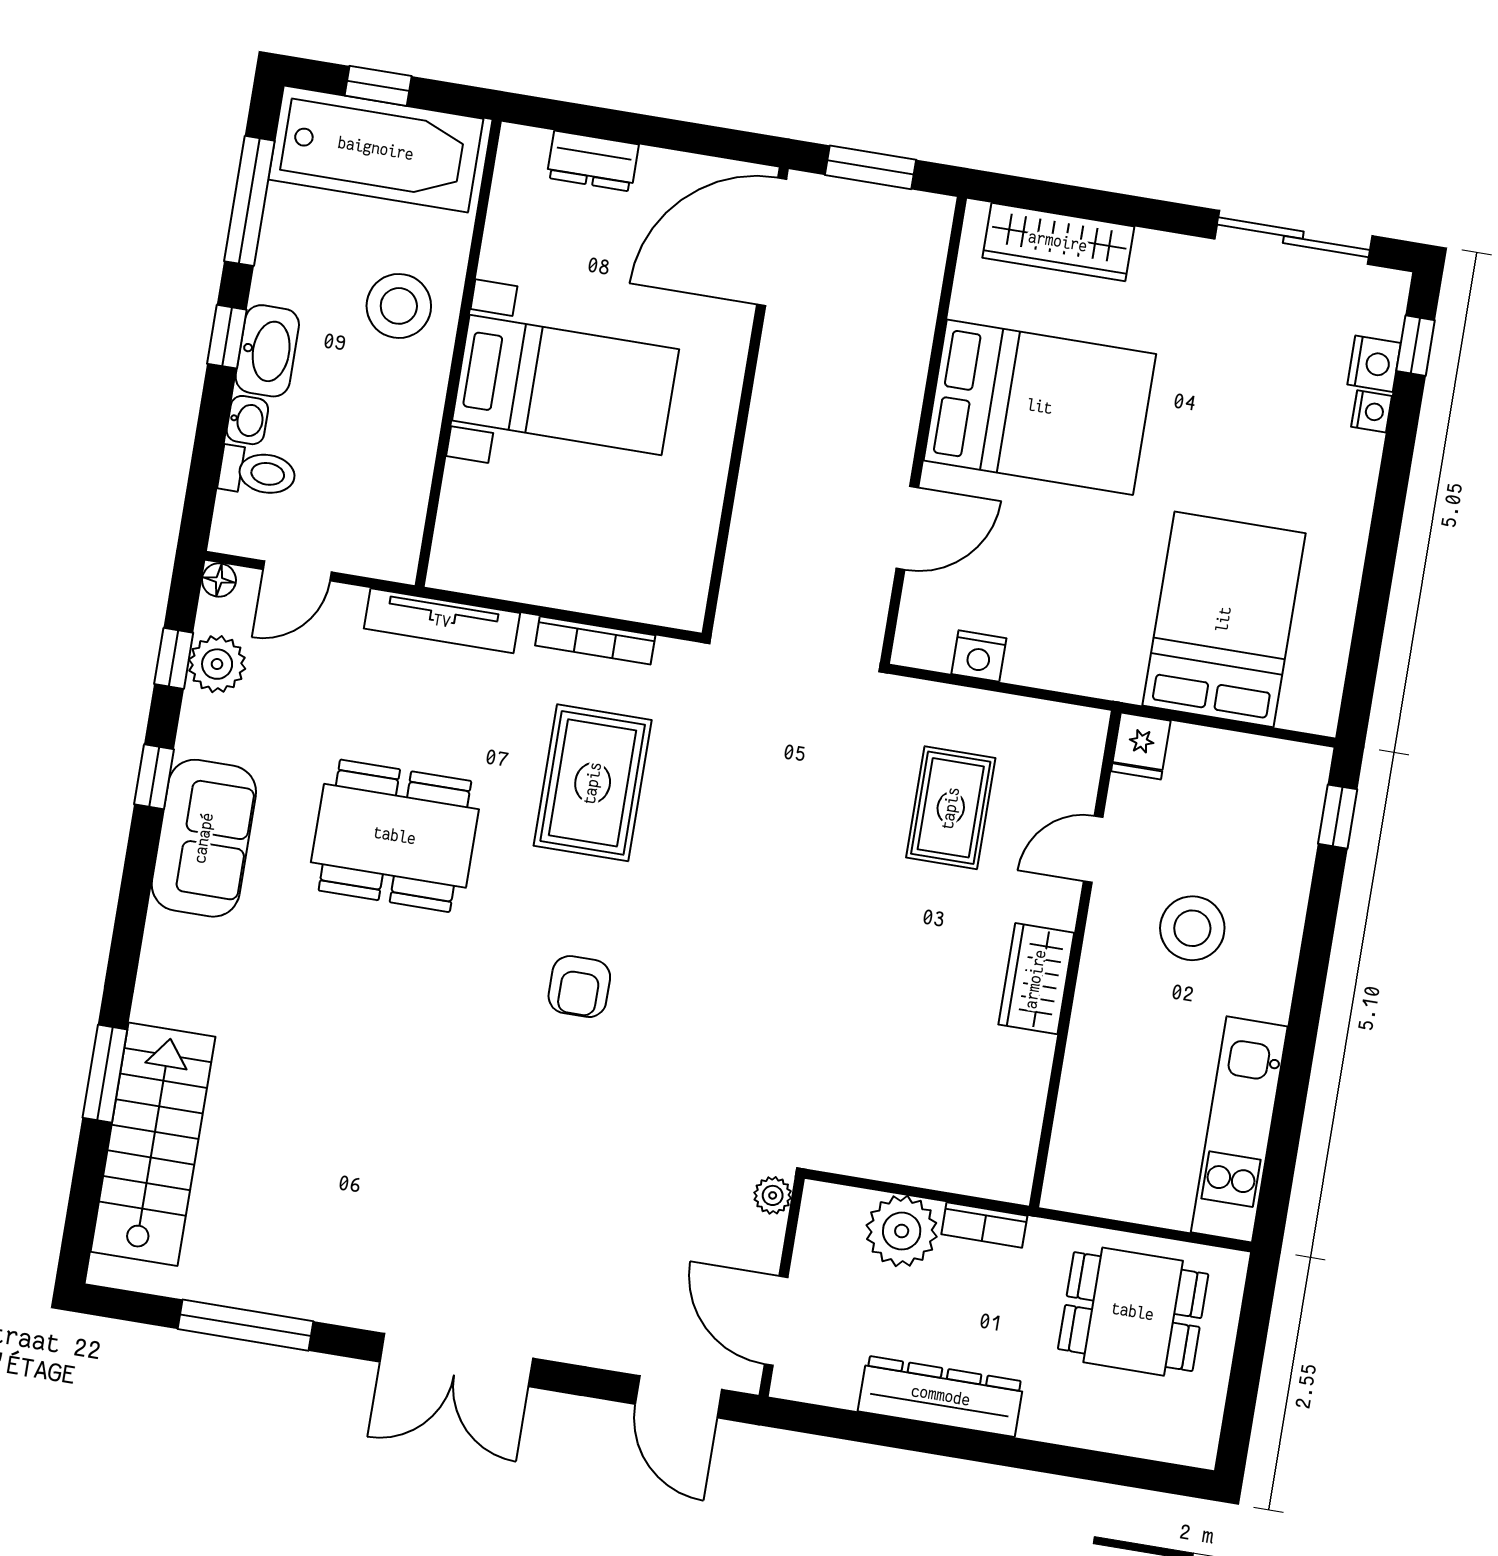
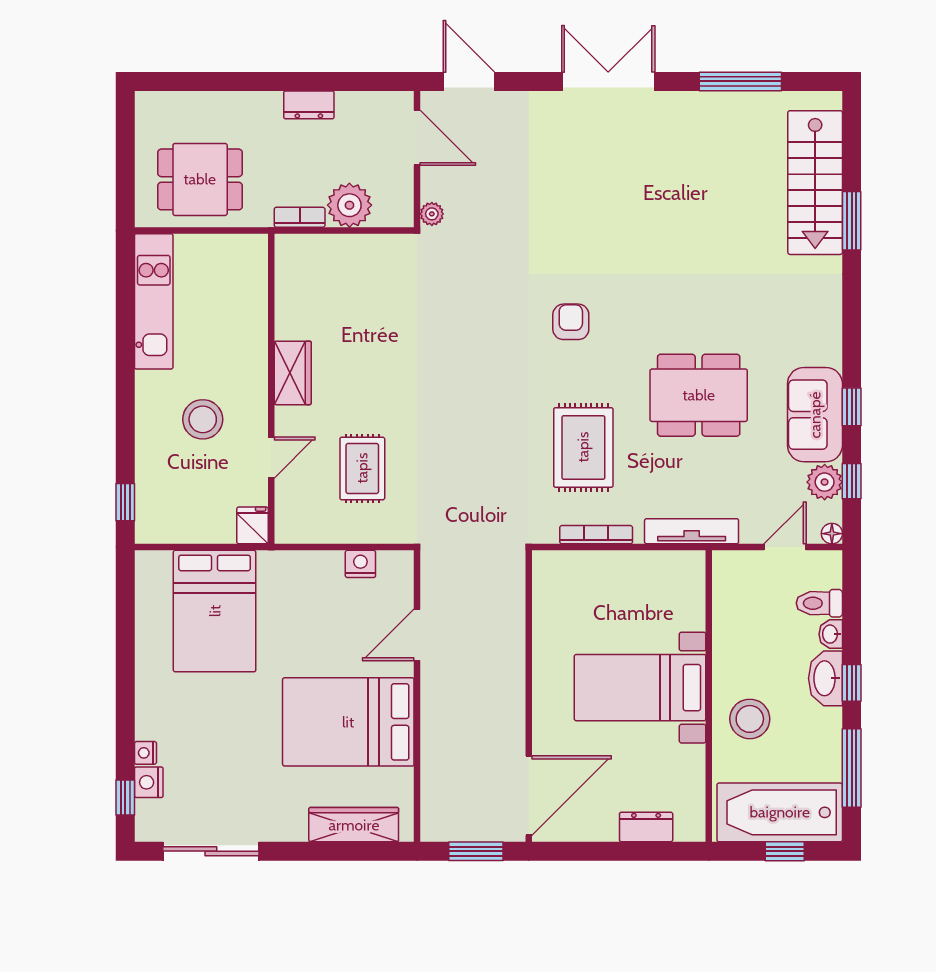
sofa: (204, 838) -> (815, 415), moved
dresser: (941, 1396) -> (309, 105), width x0.51, depth x0.80

